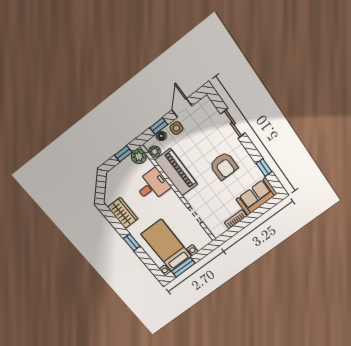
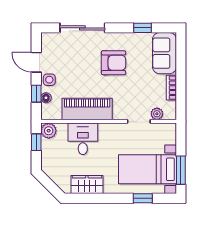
sliding door: (233, 123) -> (82, 28), width x1.37
plant: (155, 151) -> (157, 114), moved
window: (132, 242) -> (143, 198), moved

